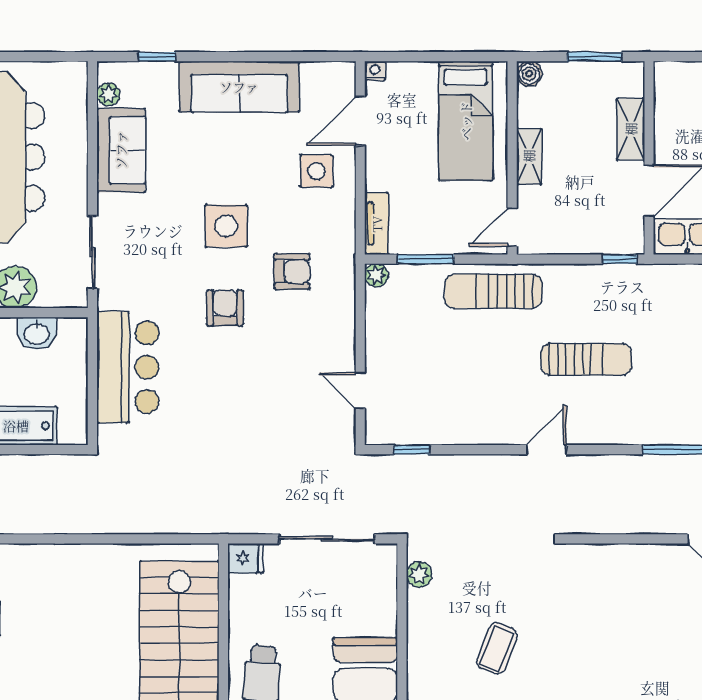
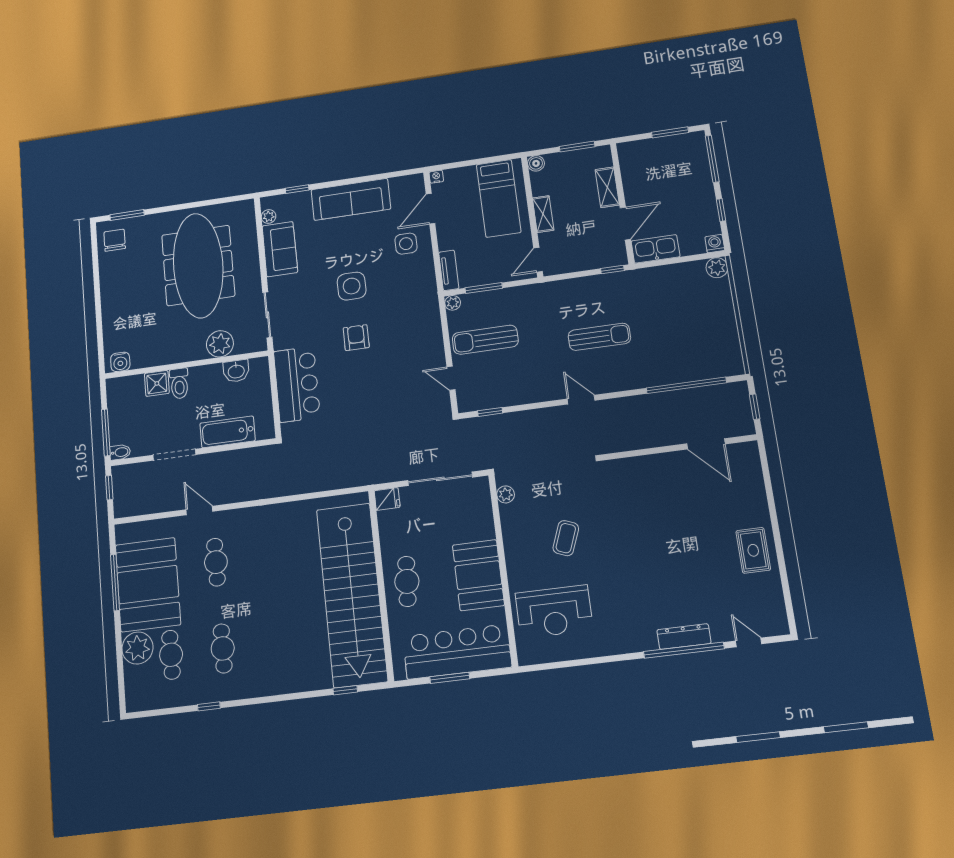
armchair: (292, 272) -> (397, 308), removed
sun lounger: (493, 291) -> (485, 340), moved
door: (546, 450) -> (581, 400), hinge flipped

